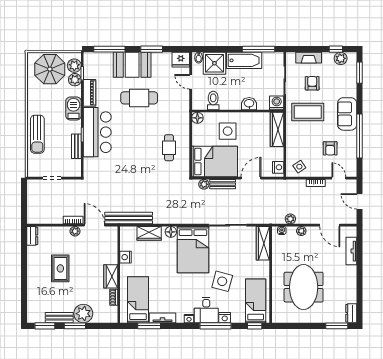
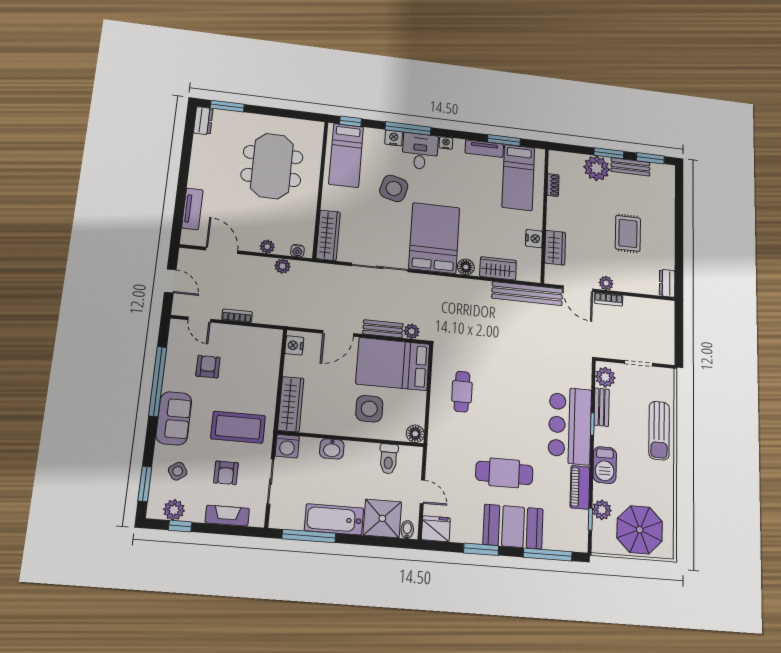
plant: (74, 66) -> (605, 377), moved
sun lounger: (37, 134) -> (659, 431), turned 180
side table: (299, 167) -> (178, 471), moved
wardrobe: (111, 276) -> (555, 248), moved

